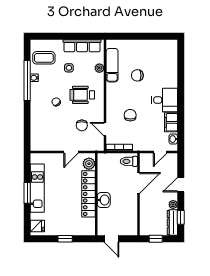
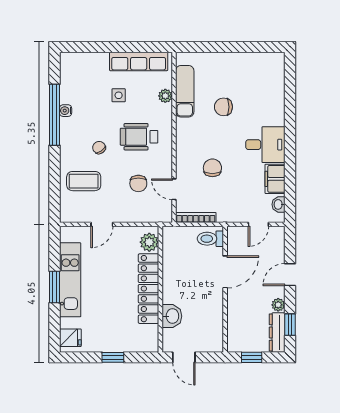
coffee table: (44, 58) -> (84, 181), moved
door: (71, 152) -> (102, 224), moved
washbasin: (104, 200) -> (172, 316), moved

